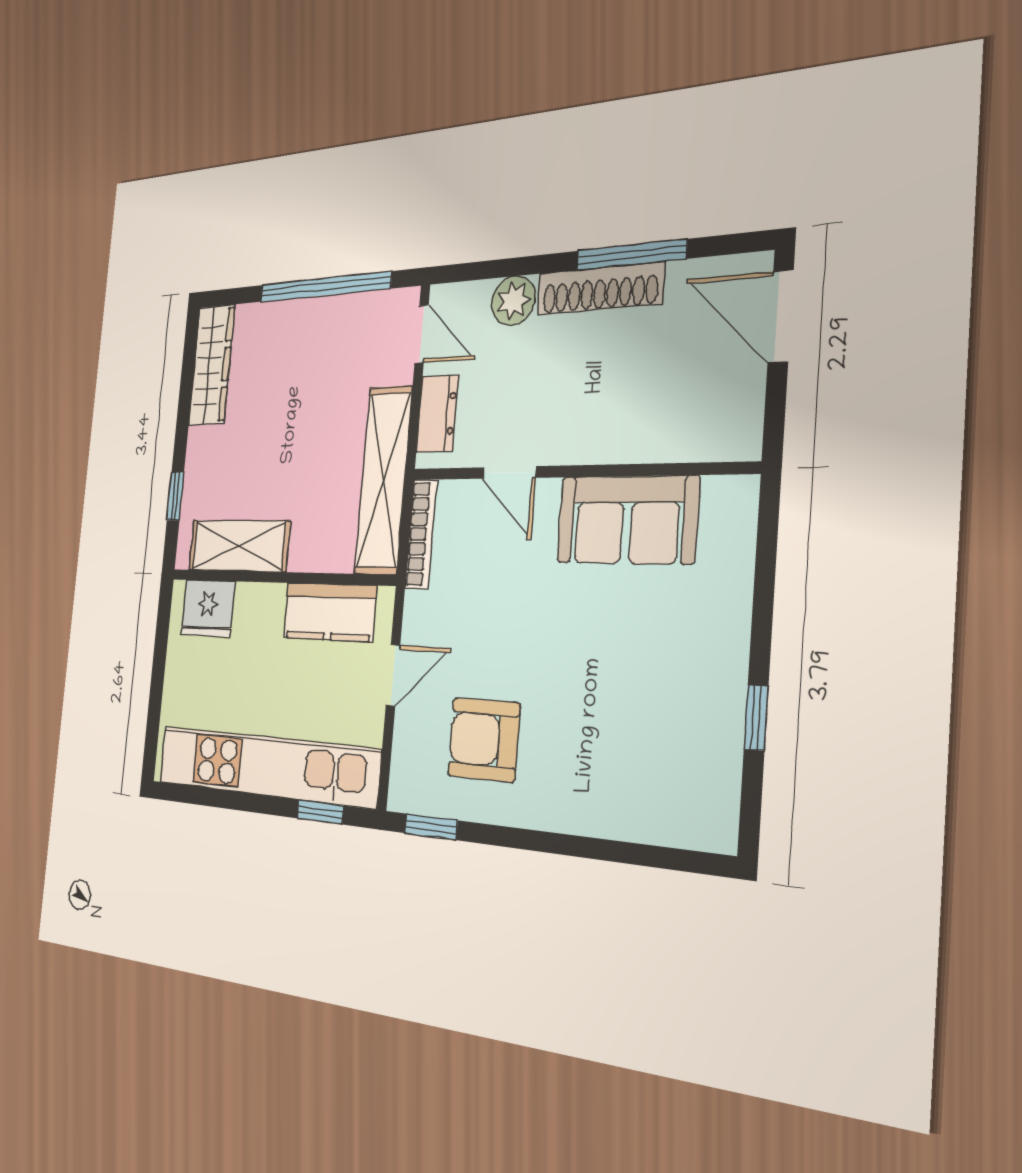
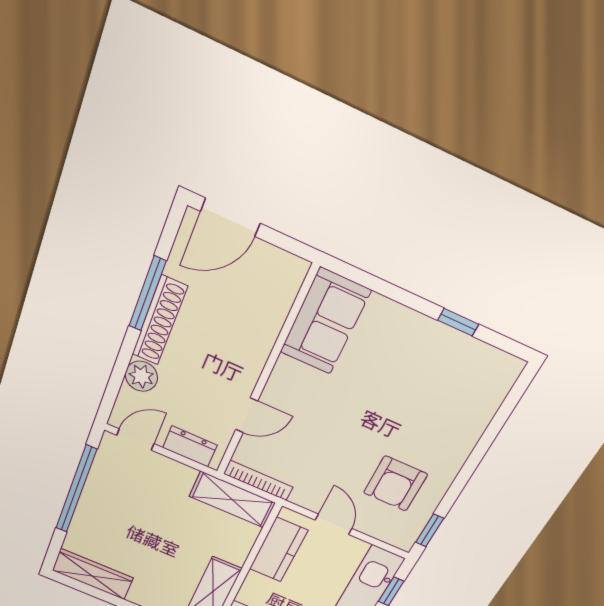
shelving: (384, 480) -> (232, 500), width x0.68
sofa: (627, 520) -> (325, 322), moved

